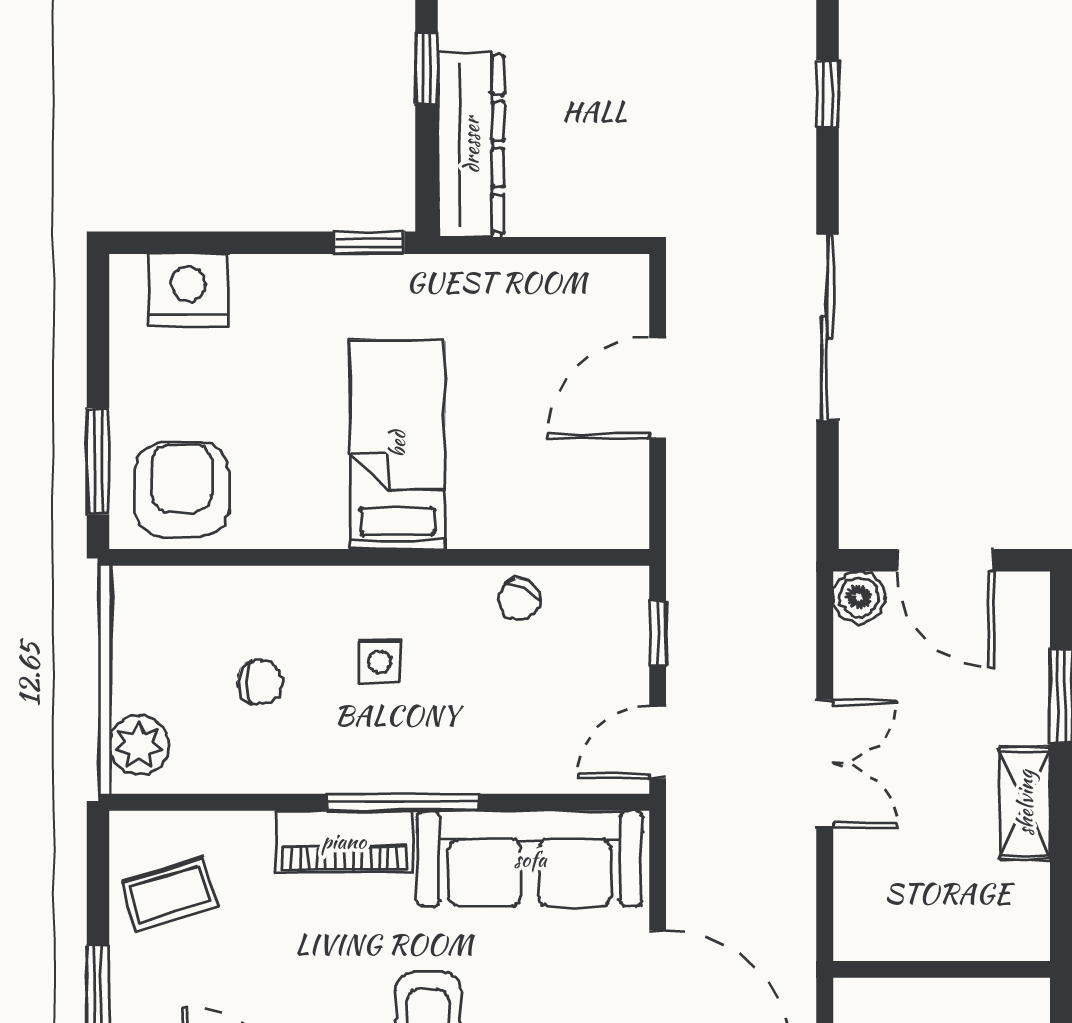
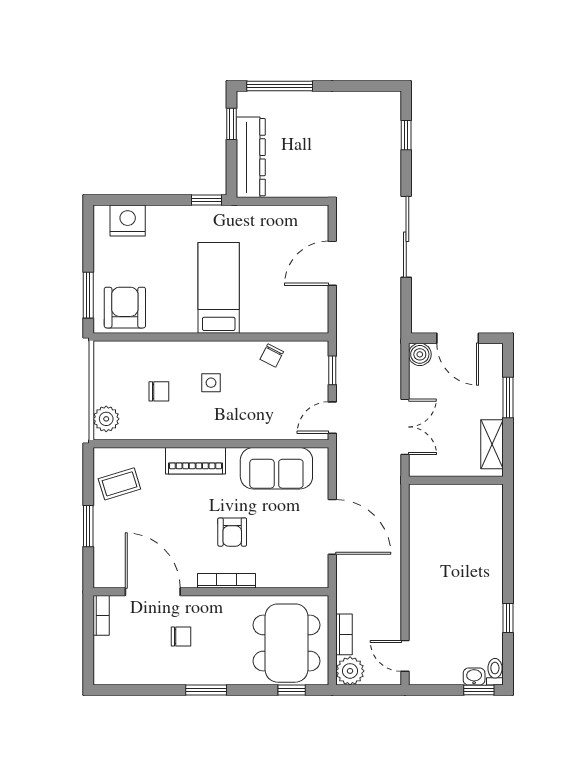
window: (403, 802) -> (221, 444), removed
sofa: (530, 859) -> (276, 468), width x0.73
wall: (942, 969) -> (456, 480), moved

